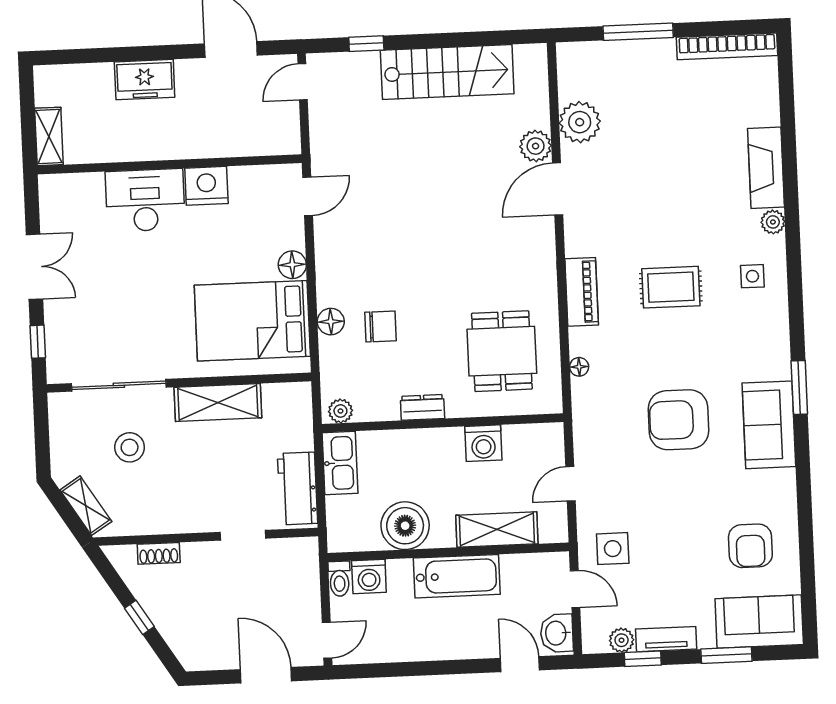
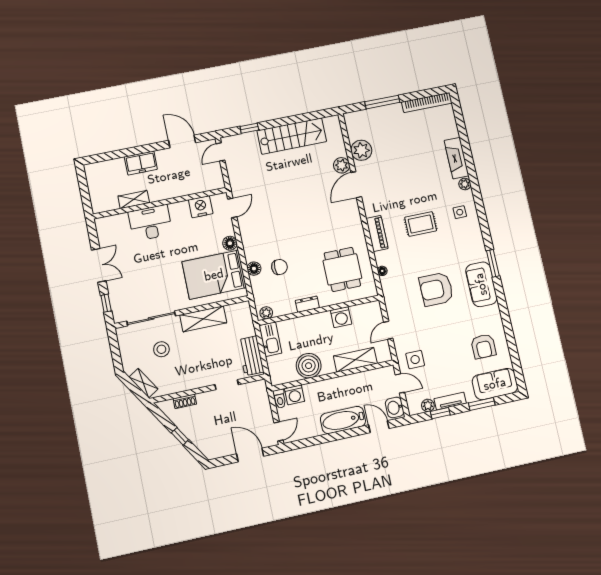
shelving: (49, 136) -> (134, 199), moved, turned 90
nightstand: (206, 186) -> (201, 207), moved
bathtub: (457, 576) -> (343, 420), moved, turned 180

